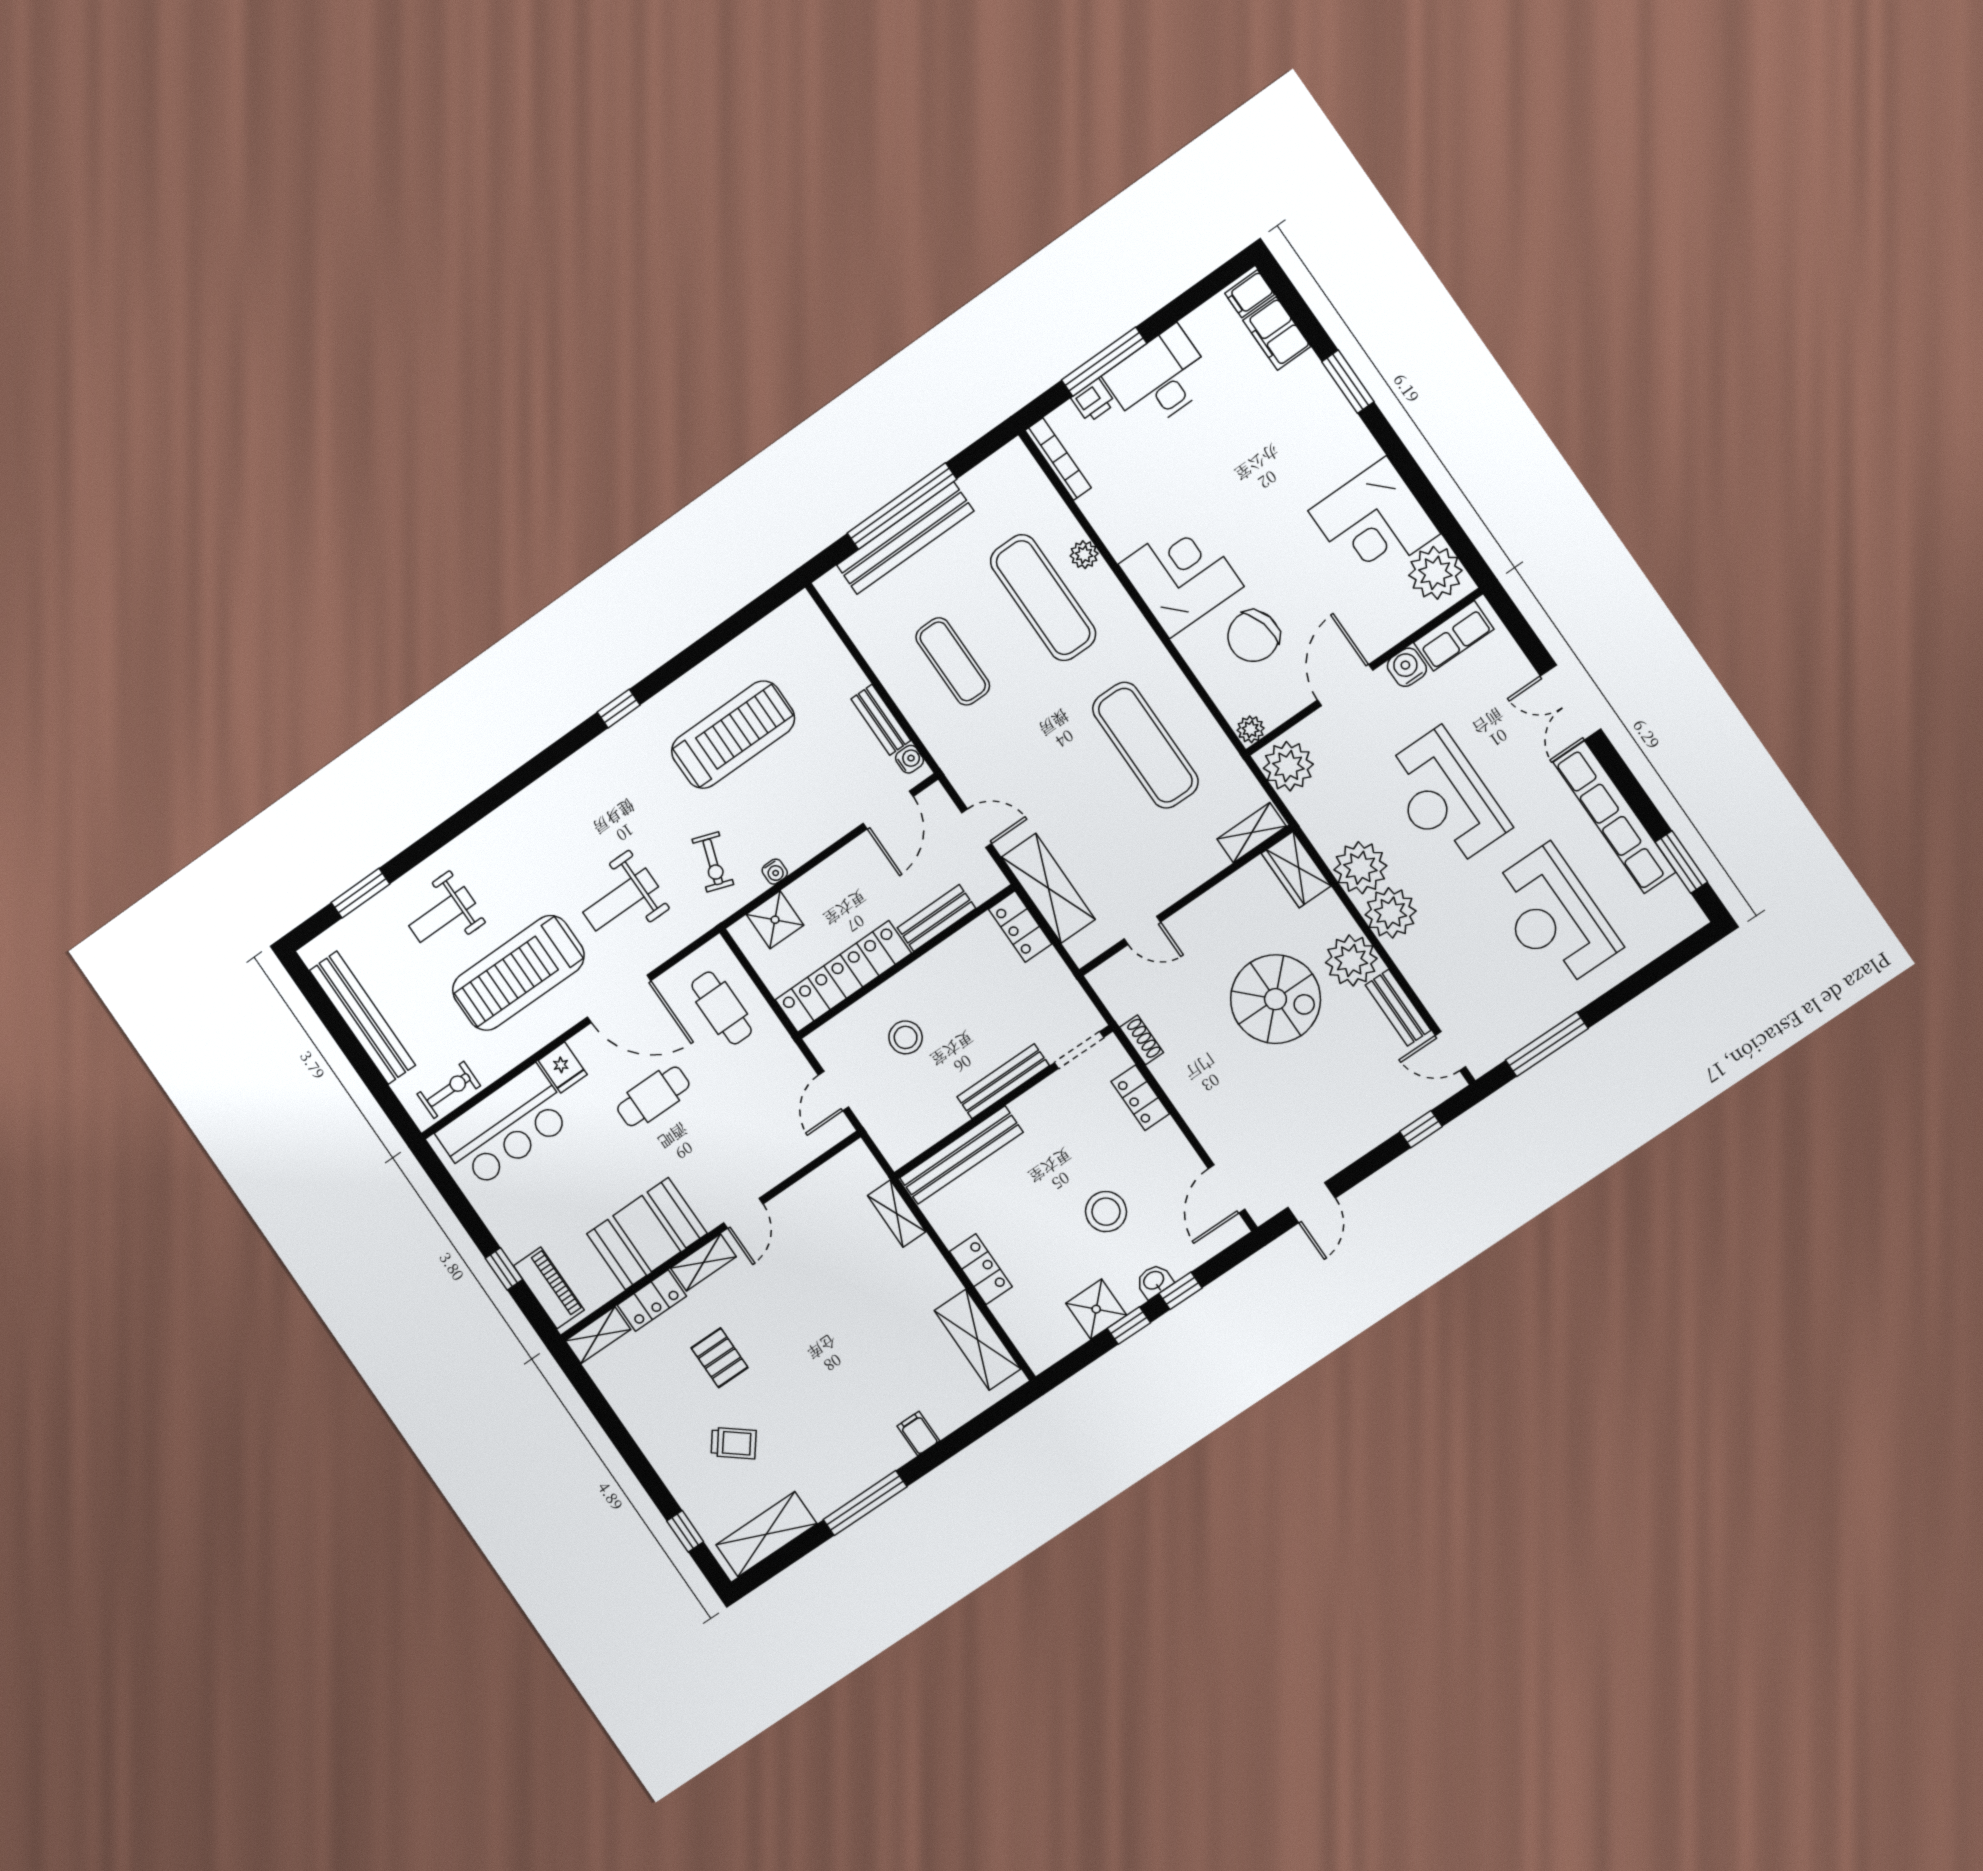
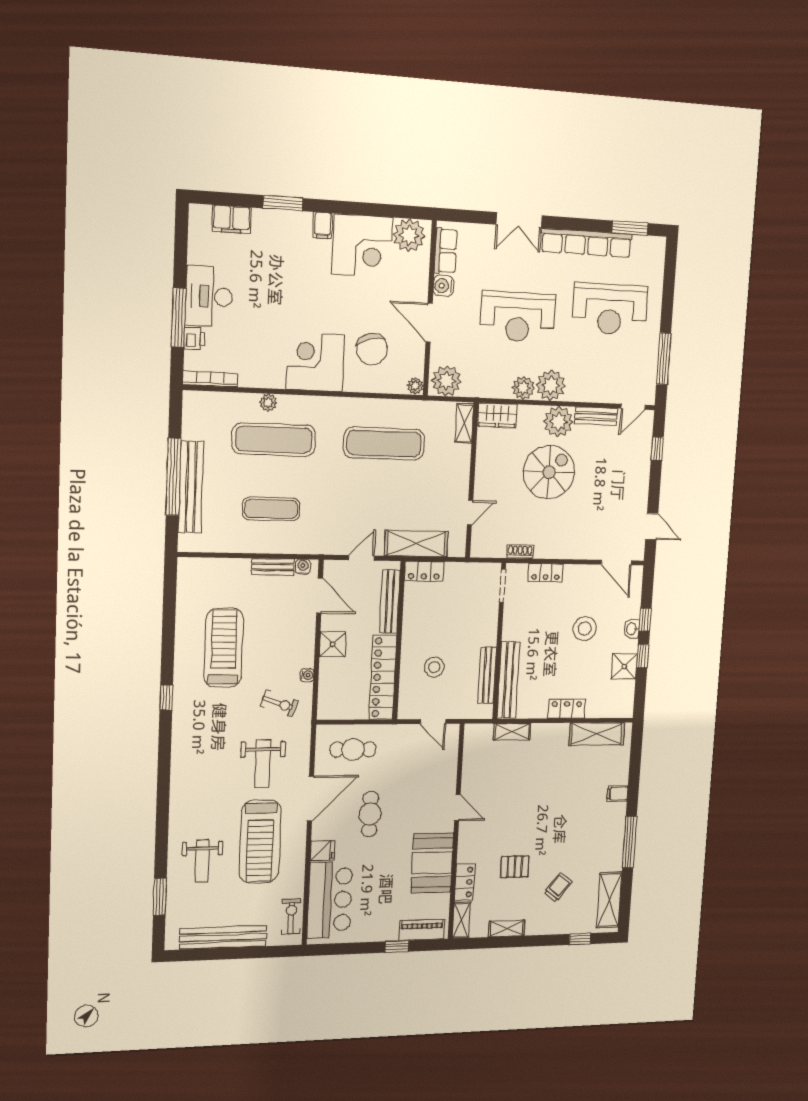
filing cabinet: (1250, 294) -> (323, 225), moved
plant: (1360, 868) -> (523, 388), width x0.73, depth x0.73
bench: (936, 918) -> (390, 602), width x1.36
shower: (775, 920) -> (333, 644), moved
bench: (1003, 1081) -> (487, 675), moved
shelving: (703, 1262) -> (507, 928), moved, turned 90

